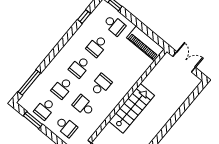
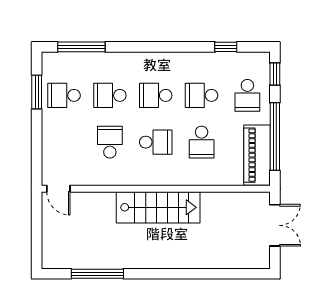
window: (144, 28) -> (275, 137), added
school desk: (66, 127) -> (202, 142), moved

